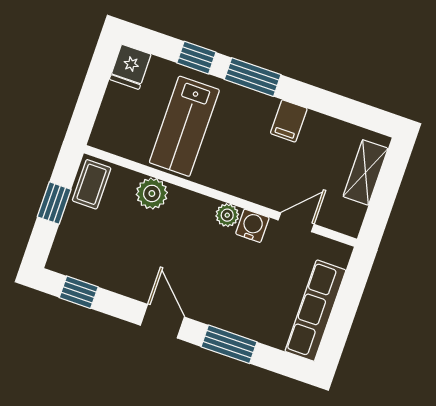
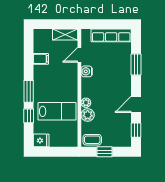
filing cabinet: (289, 121) -> (41, 59), moved
shelving: (365, 172) -> (65, 35), moved
plant: (227, 215) -> (86, 103), moved
door: (296, 222) -> (79, 55), hinge flipped
door: (162, 321) -> (136, 104), moved

